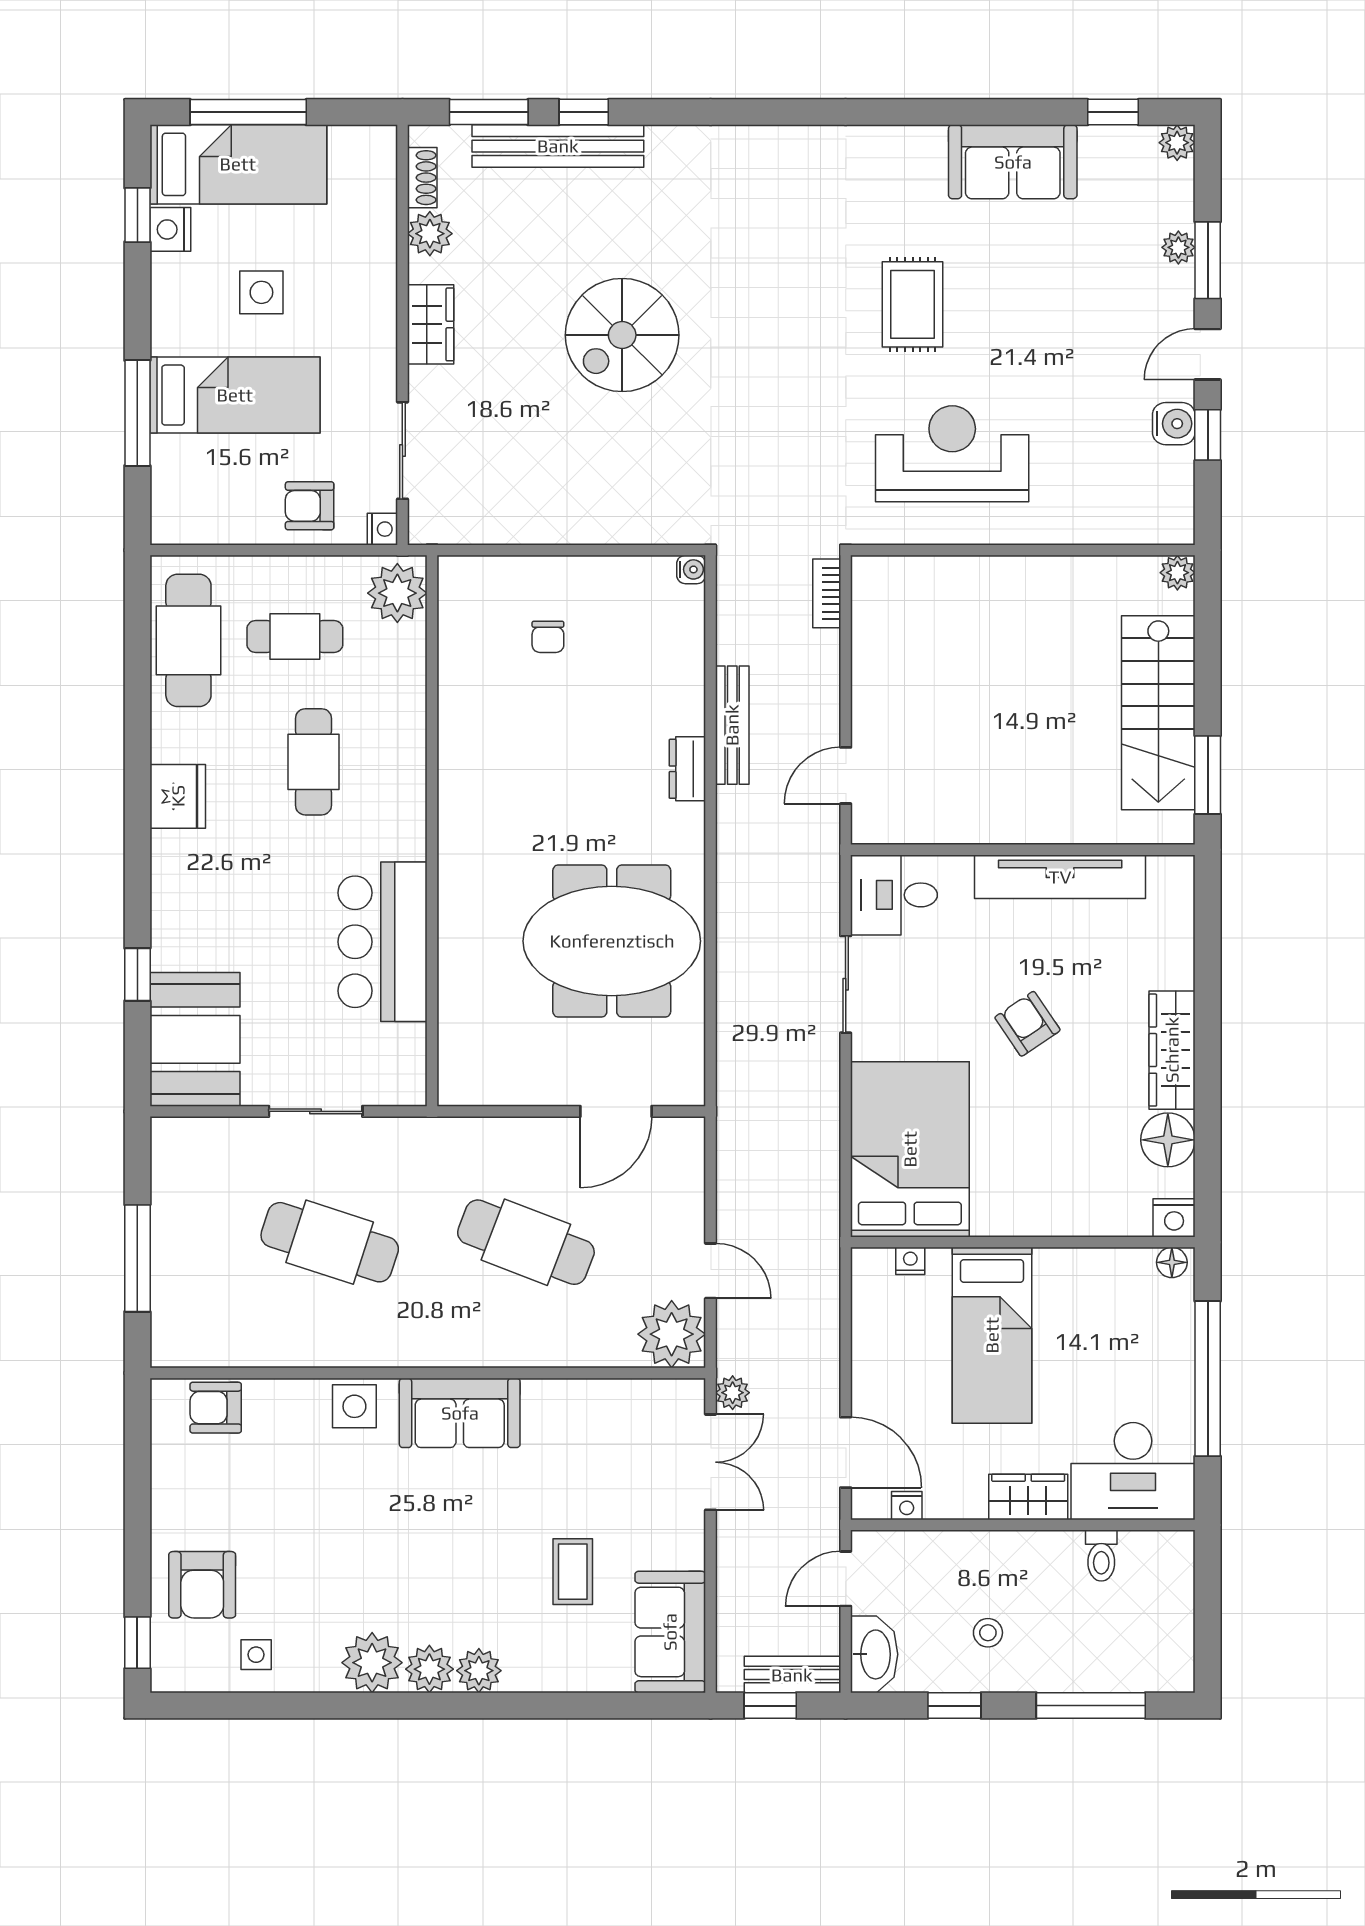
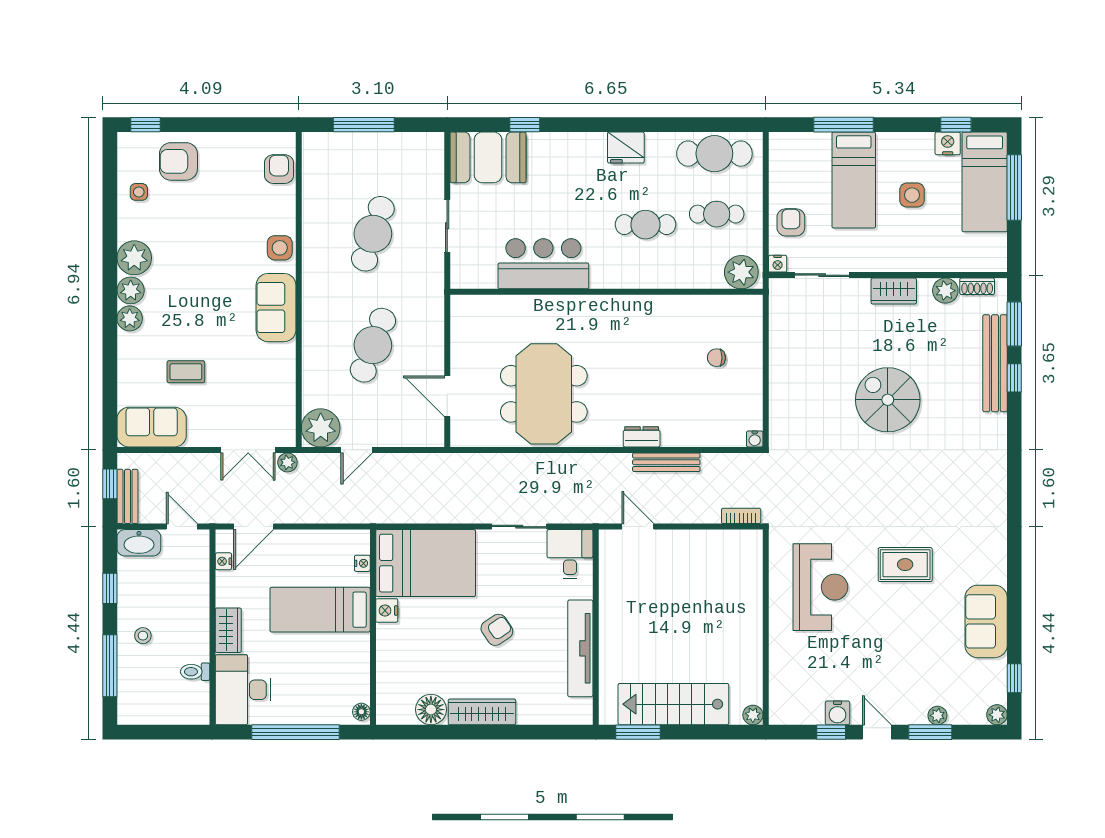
cafe table: (295, 637) -> (717, 214), turned 90
nightstand: (1174, 1218) -> (387, 611), moved
stool: (988, 1633) -> (143, 636), moved

